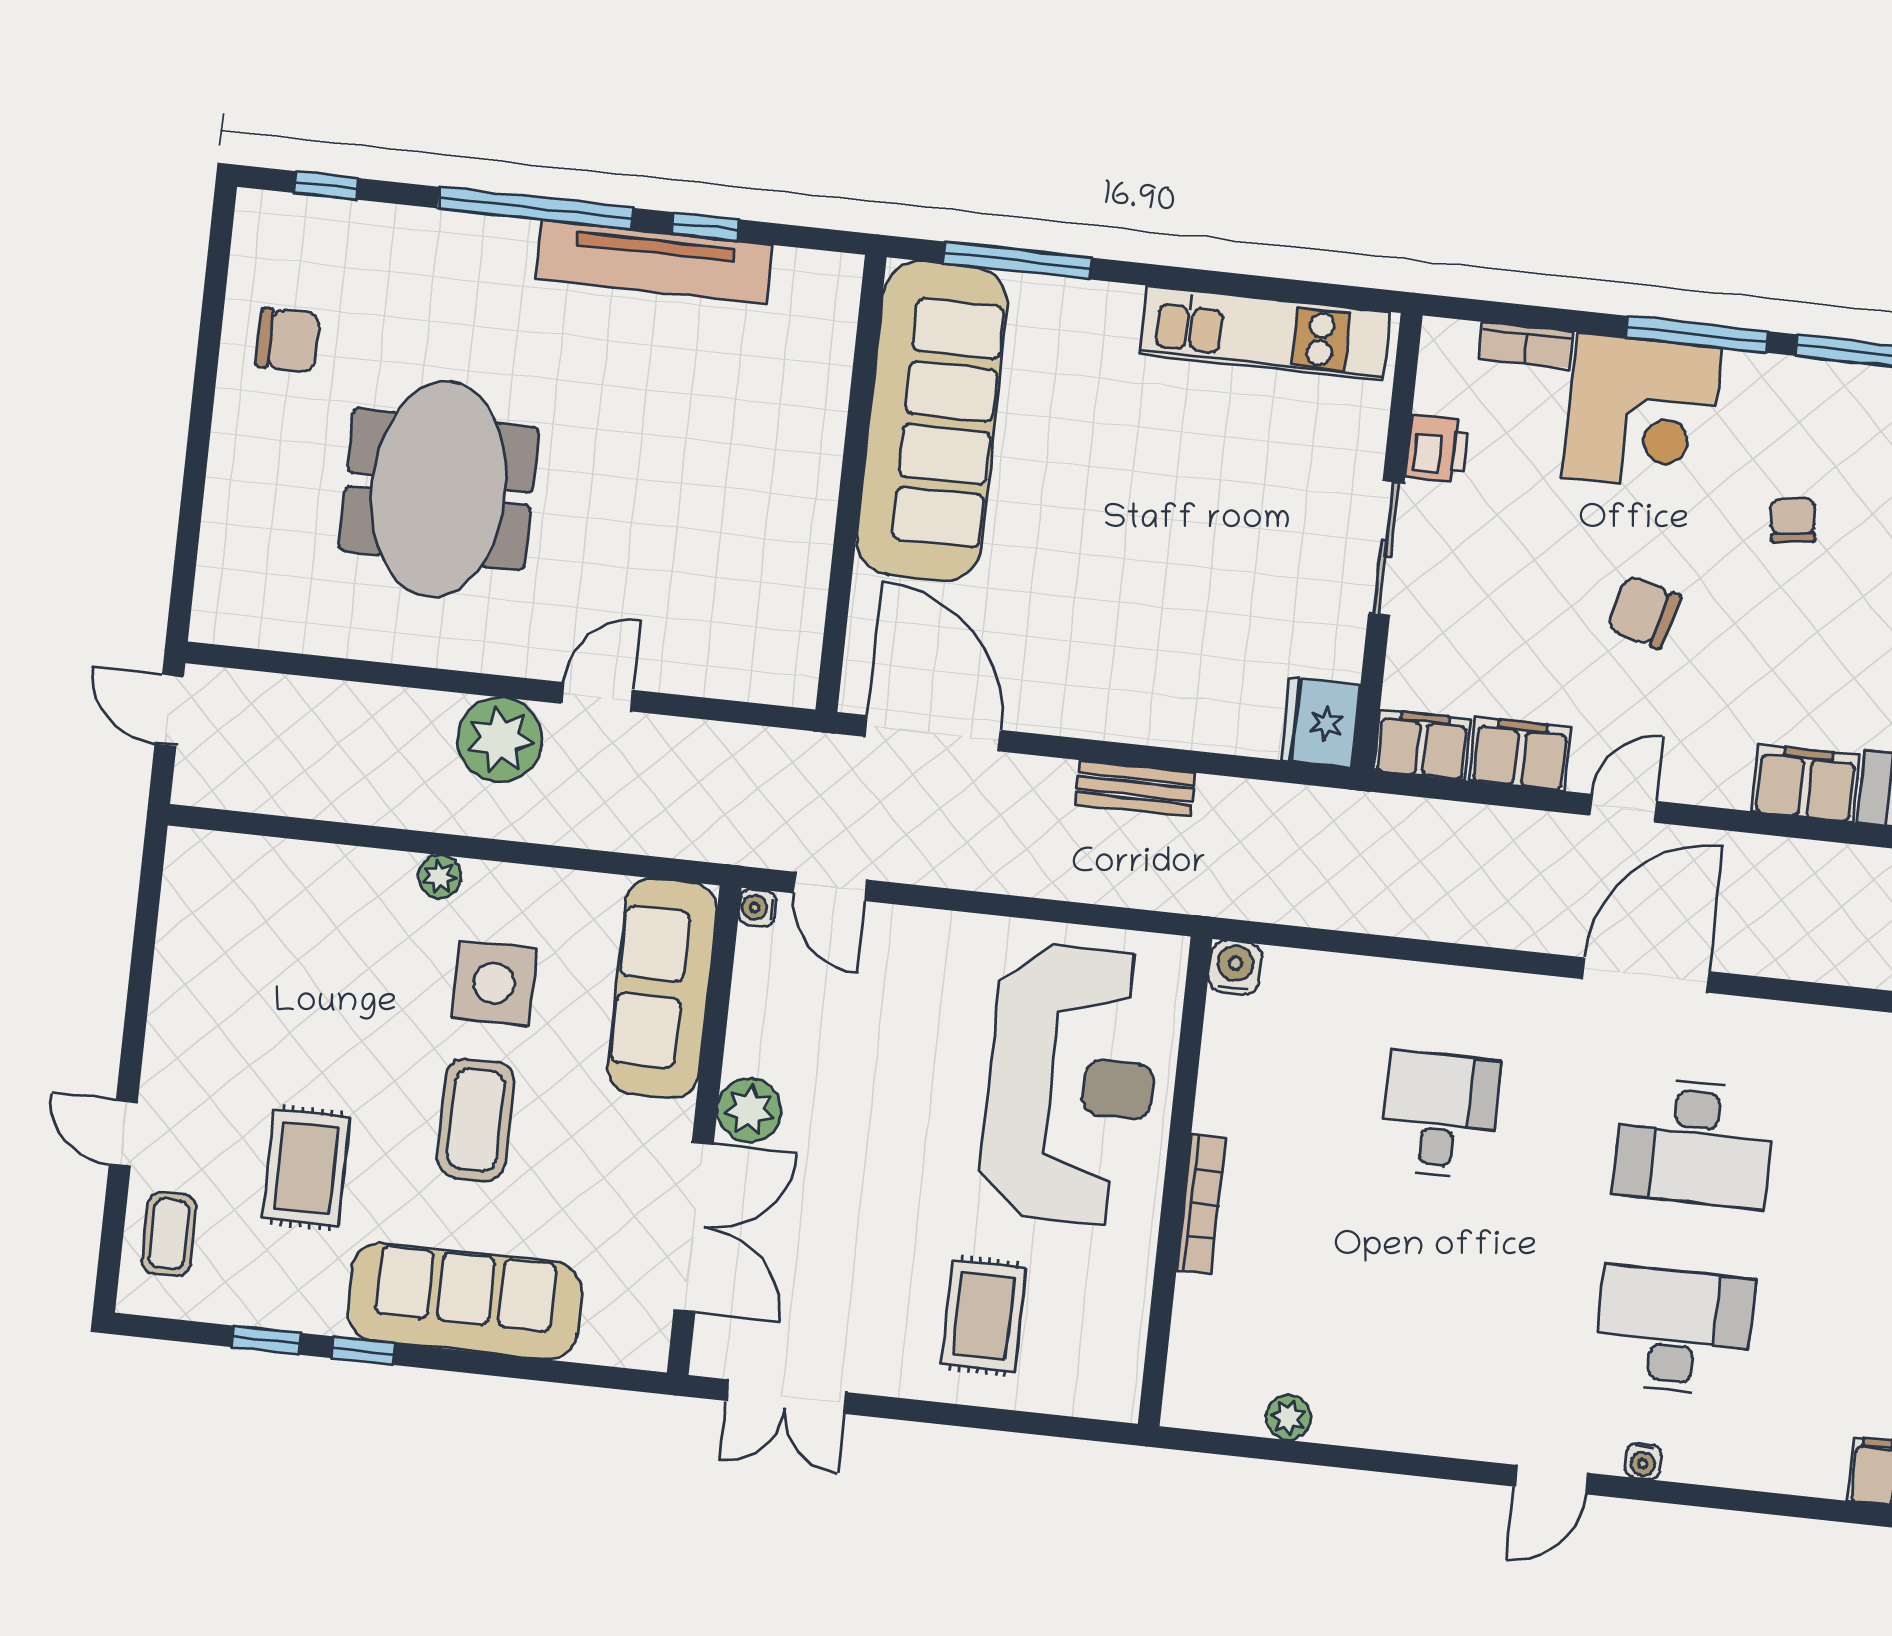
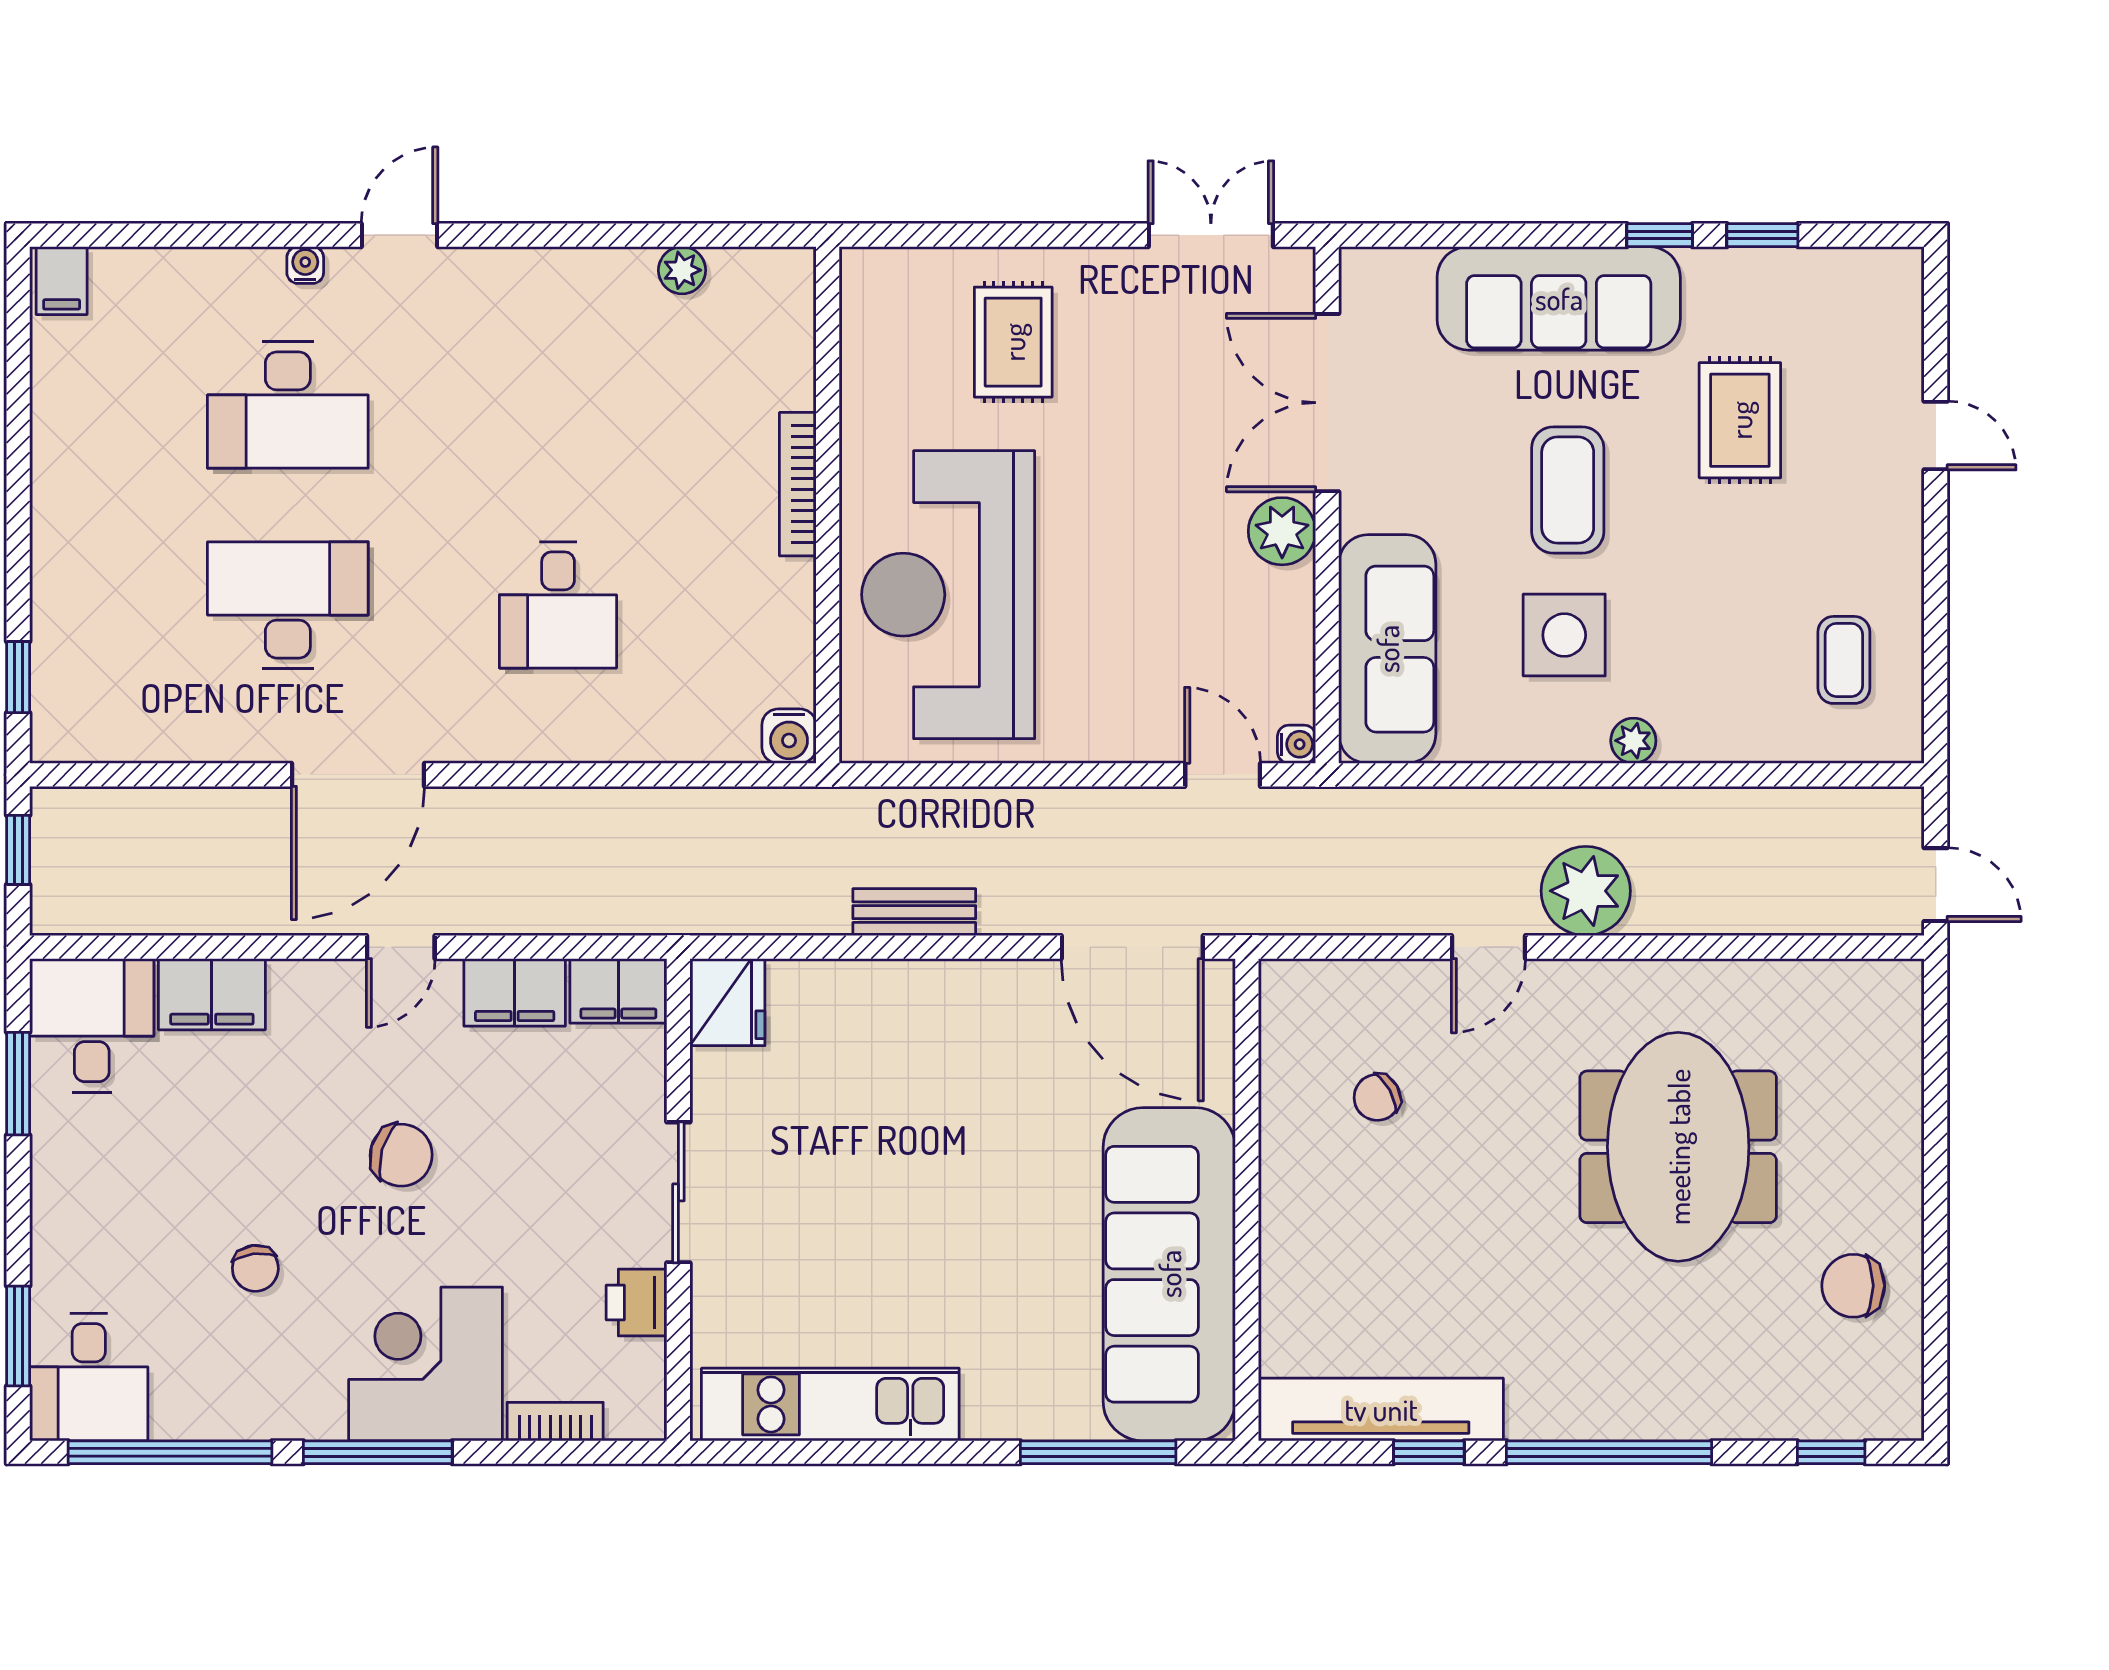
tv unit: (654, 262) -> (1381, 1409), moved
chair: (718, 567) -> (1377, 1097), added
coffee table: (169, 1234) -> (1844, 660), moved

